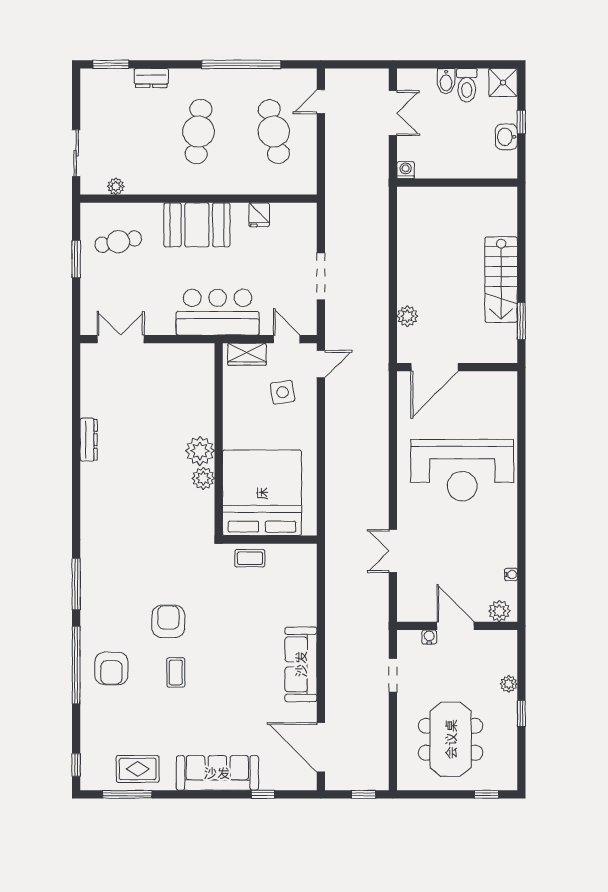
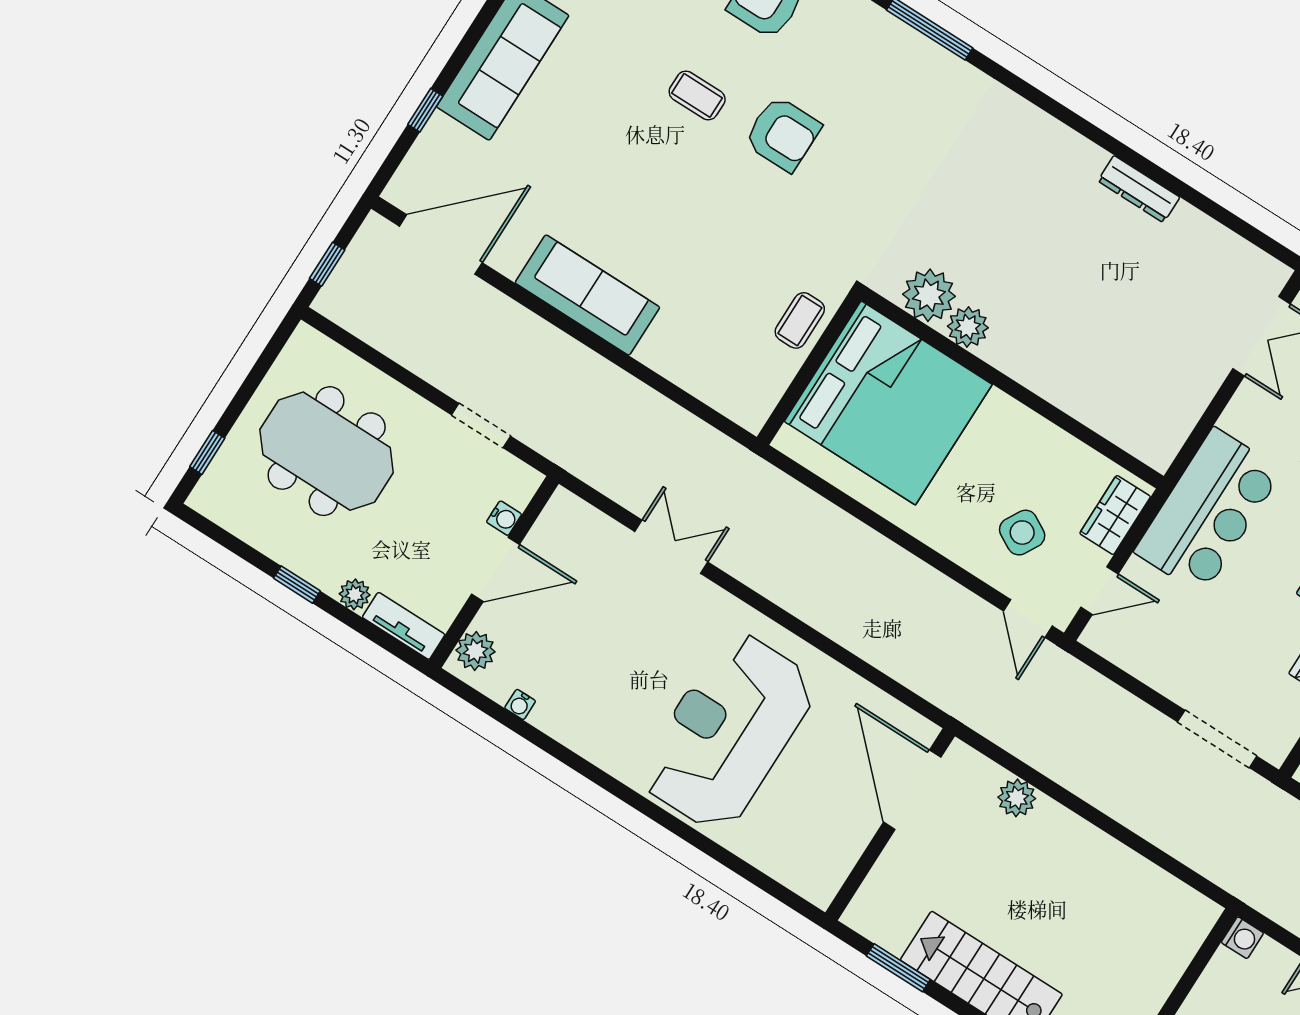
doorway: (321, 276) -> (1217, 739), moved
side table: (283, 392) -> (1022, 533), turned 38
plant: (200, 451) -> (929, 295), moved
tv unit: (509, 652) -> (404, 626), added

